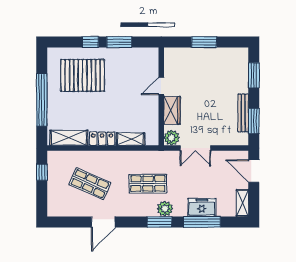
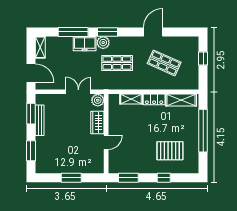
window: (119, 42) -> (128, 178), moved
pallet: (83, 75) -> (170, 151), width x0.73, depth x0.71
window: (42, 172) -> (203, 59), moved
freezer: (202, 207) -> (85, 44), moved

